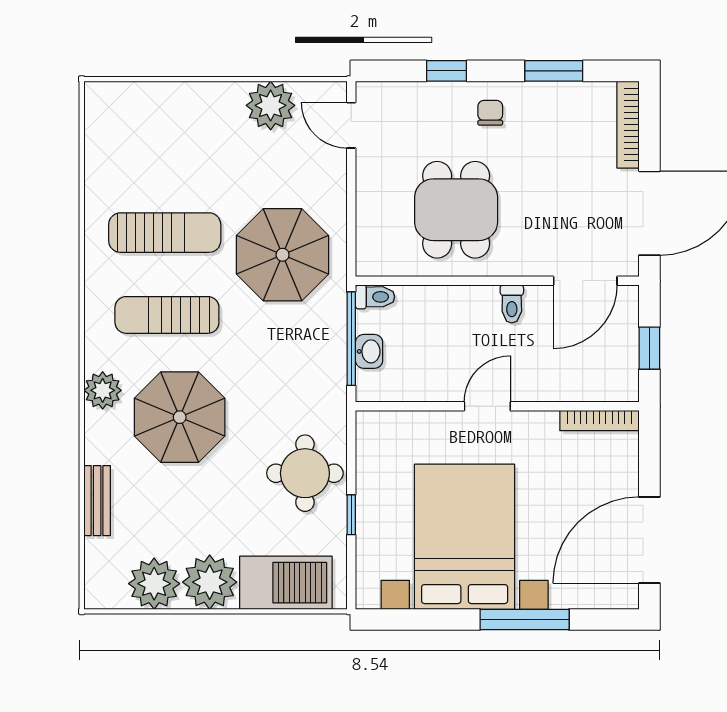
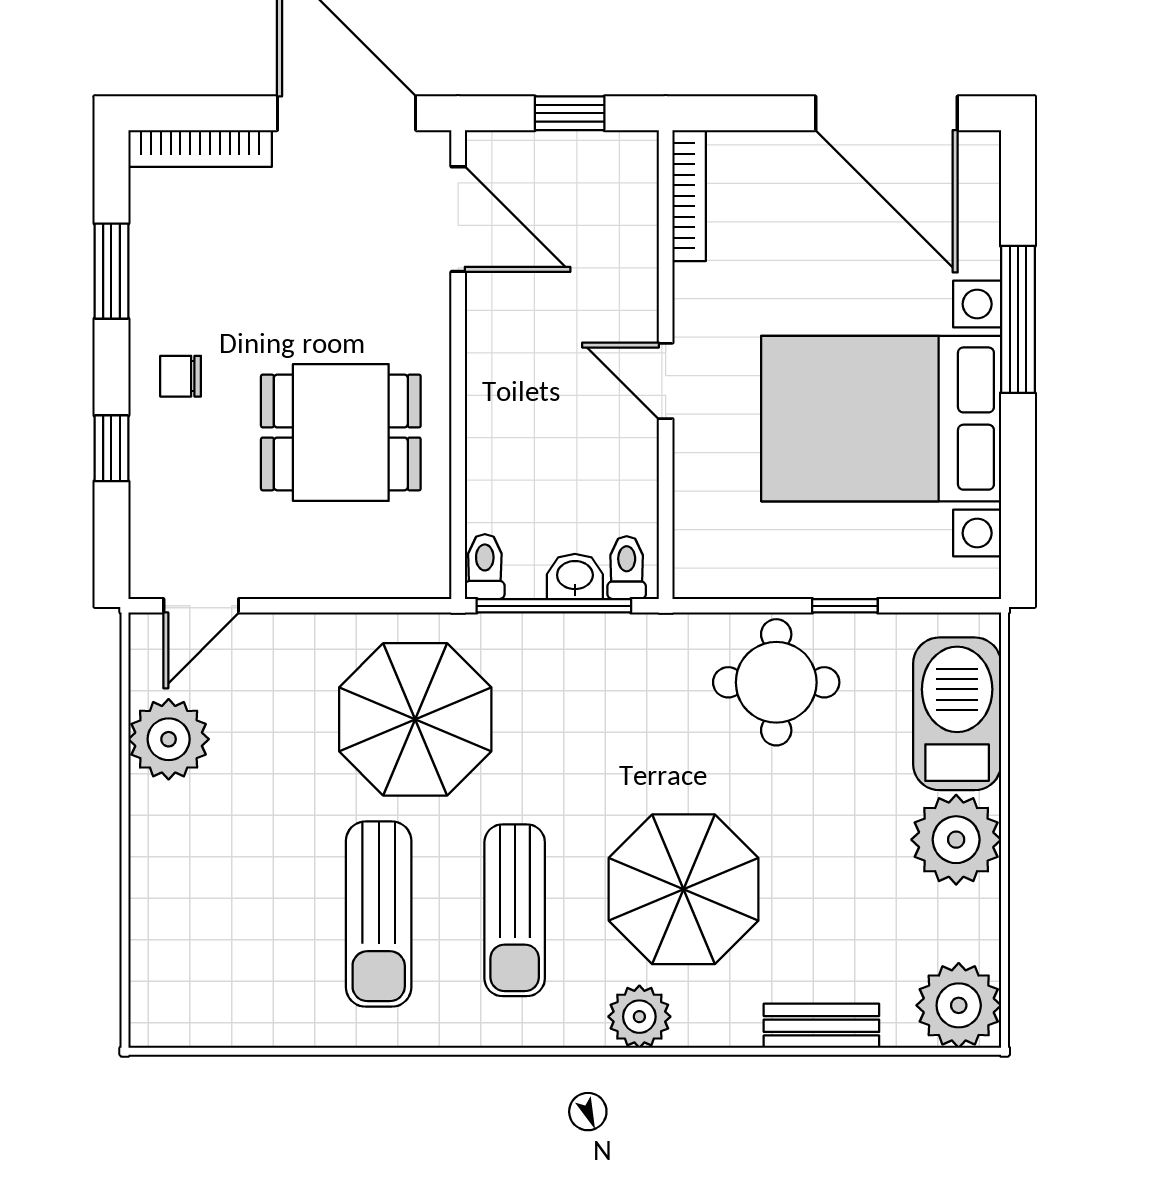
sun lounger: (165, 233) -> (379, 914), turned 180
toilet: (512, 304) -> (627, 568), moved, turned -90
plant: (154, 584) -> (959, 1005), moved

